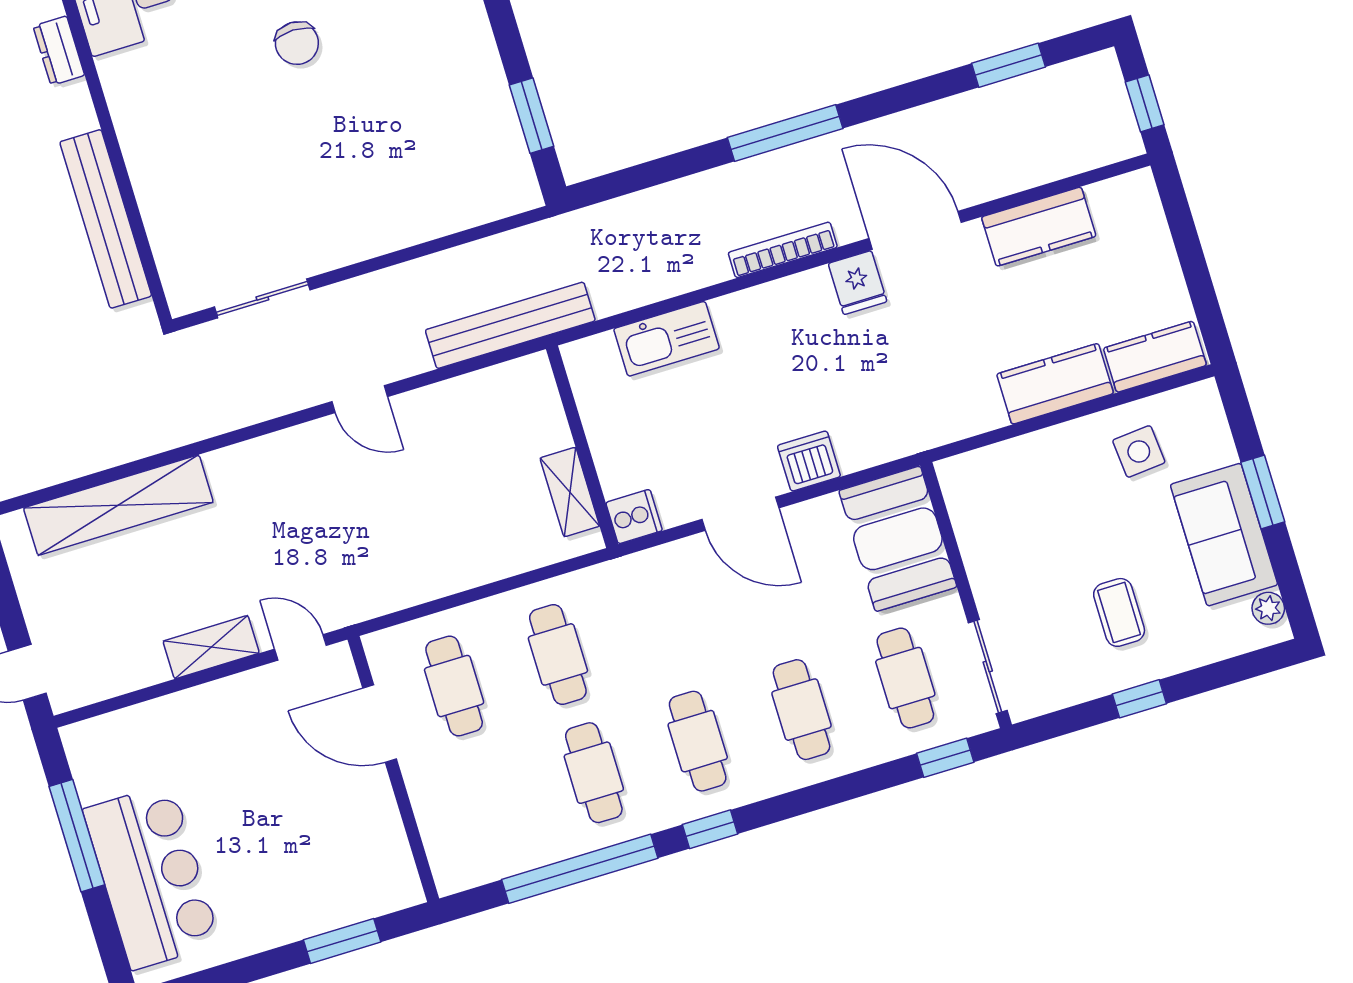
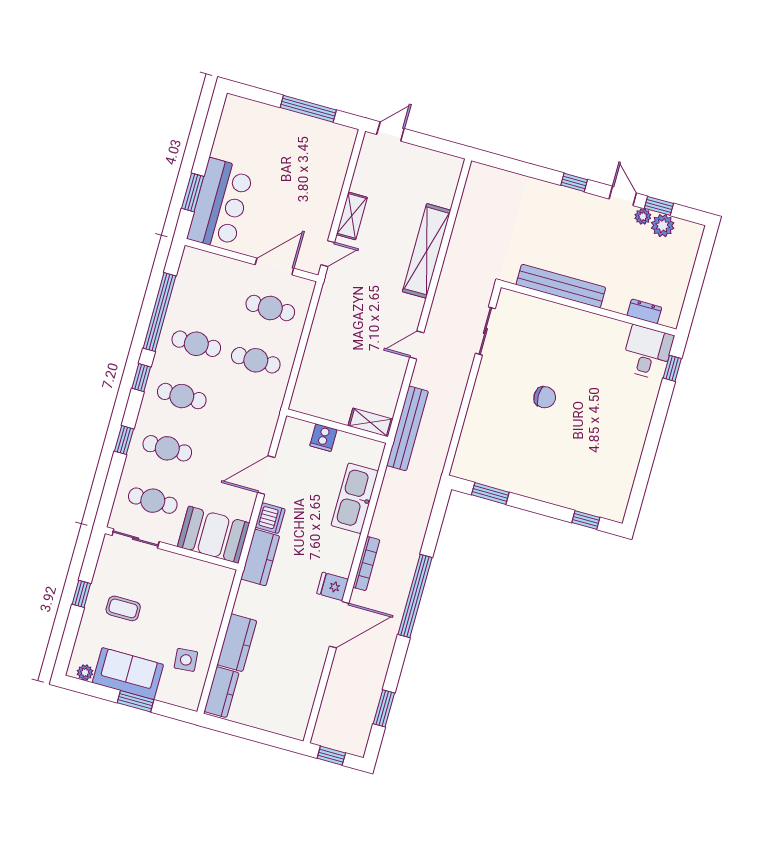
chair: (297, 43) -> (545, 397), moved, turned 180
window: (785, 133) -> (415, 596), width x1.46
kitchen counter: (1039, 227) -> (260, 558), moved, turned 180
kitchen sink: (667, 339) -> (355, 498), width x1.36, depth x1.24
shelving: (570, 492) -> (370, 422), moved
shelving: (118, 505) -> (427, 251), moved
cooker: (634, 517) -> (323, 438), moved
window: (945, 758) -> (124, 440), moved
bar counter: (152, 877) -> (220, 204), moved, turned -90

